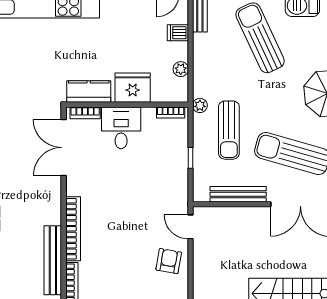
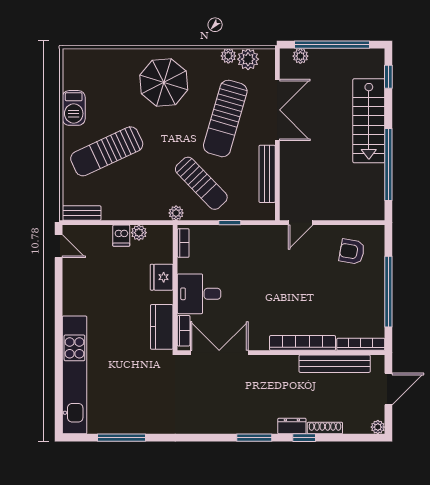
dishwasher: (178, 33) -> (121, 236), moved
fridge: (133, 88) -> (162, 277), width x0.73, depth x0.75
sun lounger: (229, 130) -> (201, 183), turned 46
double door: (64, 148) -> (219, 353), swing flipped
armchair: (169, 261) -> (352, 252), moved

